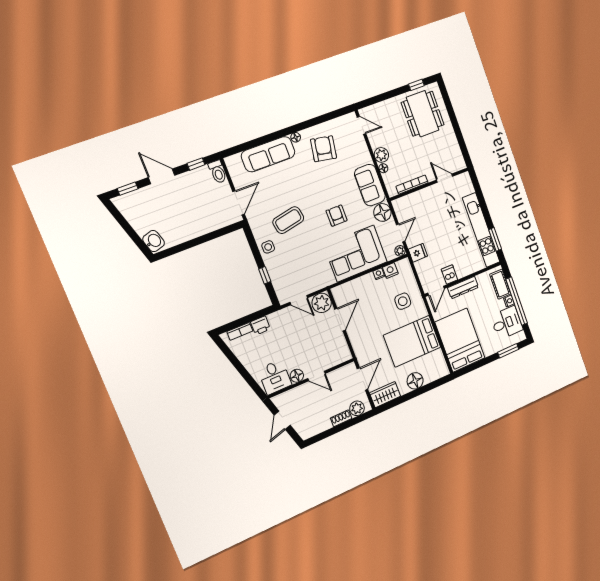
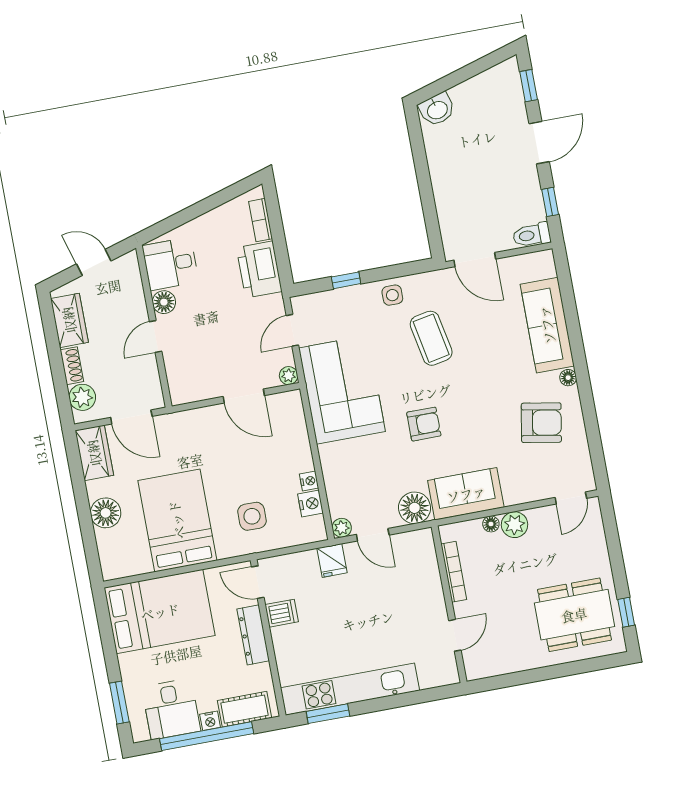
corner sofa: (356, 253) -> (342, 390), moved
plant: (322, 303) -> (289, 376), width x0.53, depth x0.53
printer: (260, 325) -> (259, 270), width x1.87, depth x1.48
wardrobe: (317, 426) -> (69, 320), added

